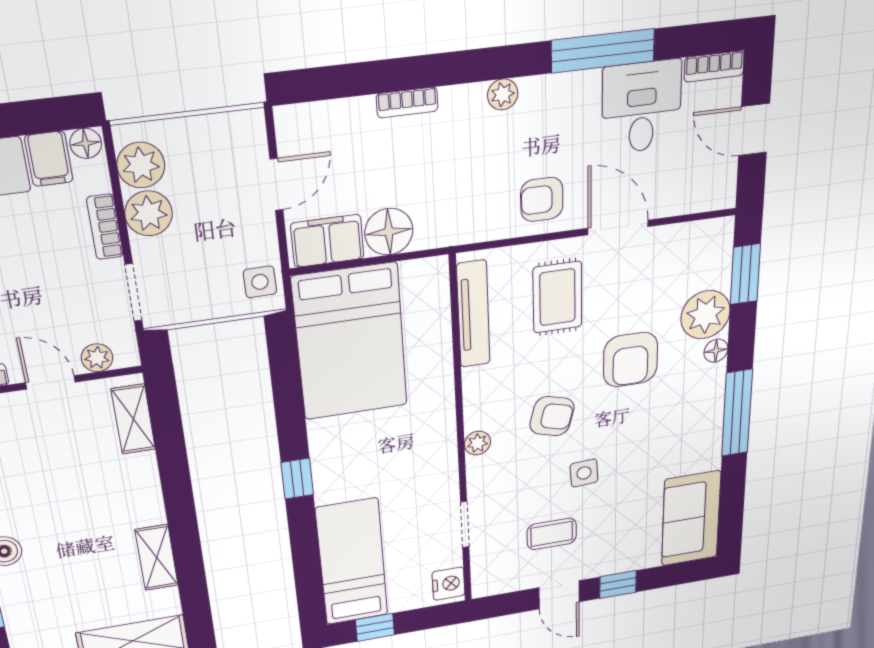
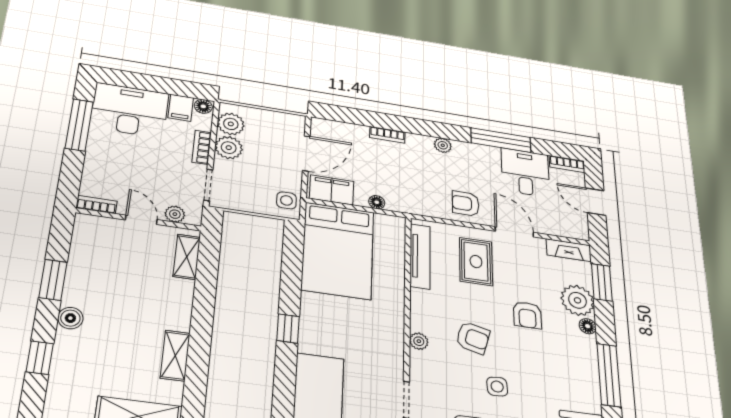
door: (276, 184) -> (306, 153), width x1.38
floor lamp: (389, 232) -> (377, 202), width x0.53, depth x0.53
fireplace: (701, 234) -> (569, 250), added
armchair: (630, 360) -> (527, 315), width x0.72, depth x0.72

